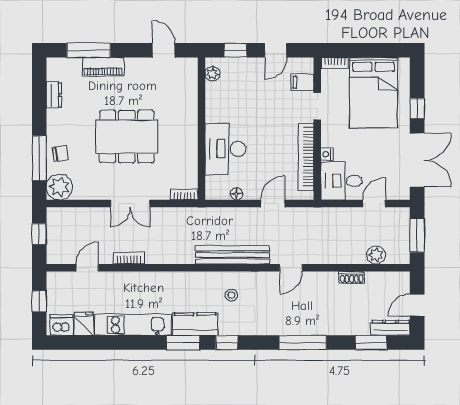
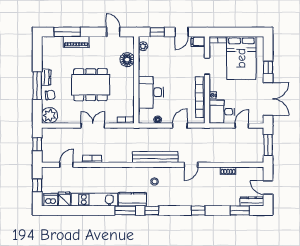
filing cabinet: (303, 82) -> (198, 41), moved
dresser: (54, 95) -> (46, 77), moved
floor lamp: (186, 96) -> (127, 60), added
window: (39, 158) -> (37, 86), moved
double door: (130, 204) -> (93, 126), swing flipped
plant: (376, 255) -> (243, 157), removed
door: (417, 305) -> (268, 188), hinge flipped
window: (303, 343) -> (198, 211), width x0.46

